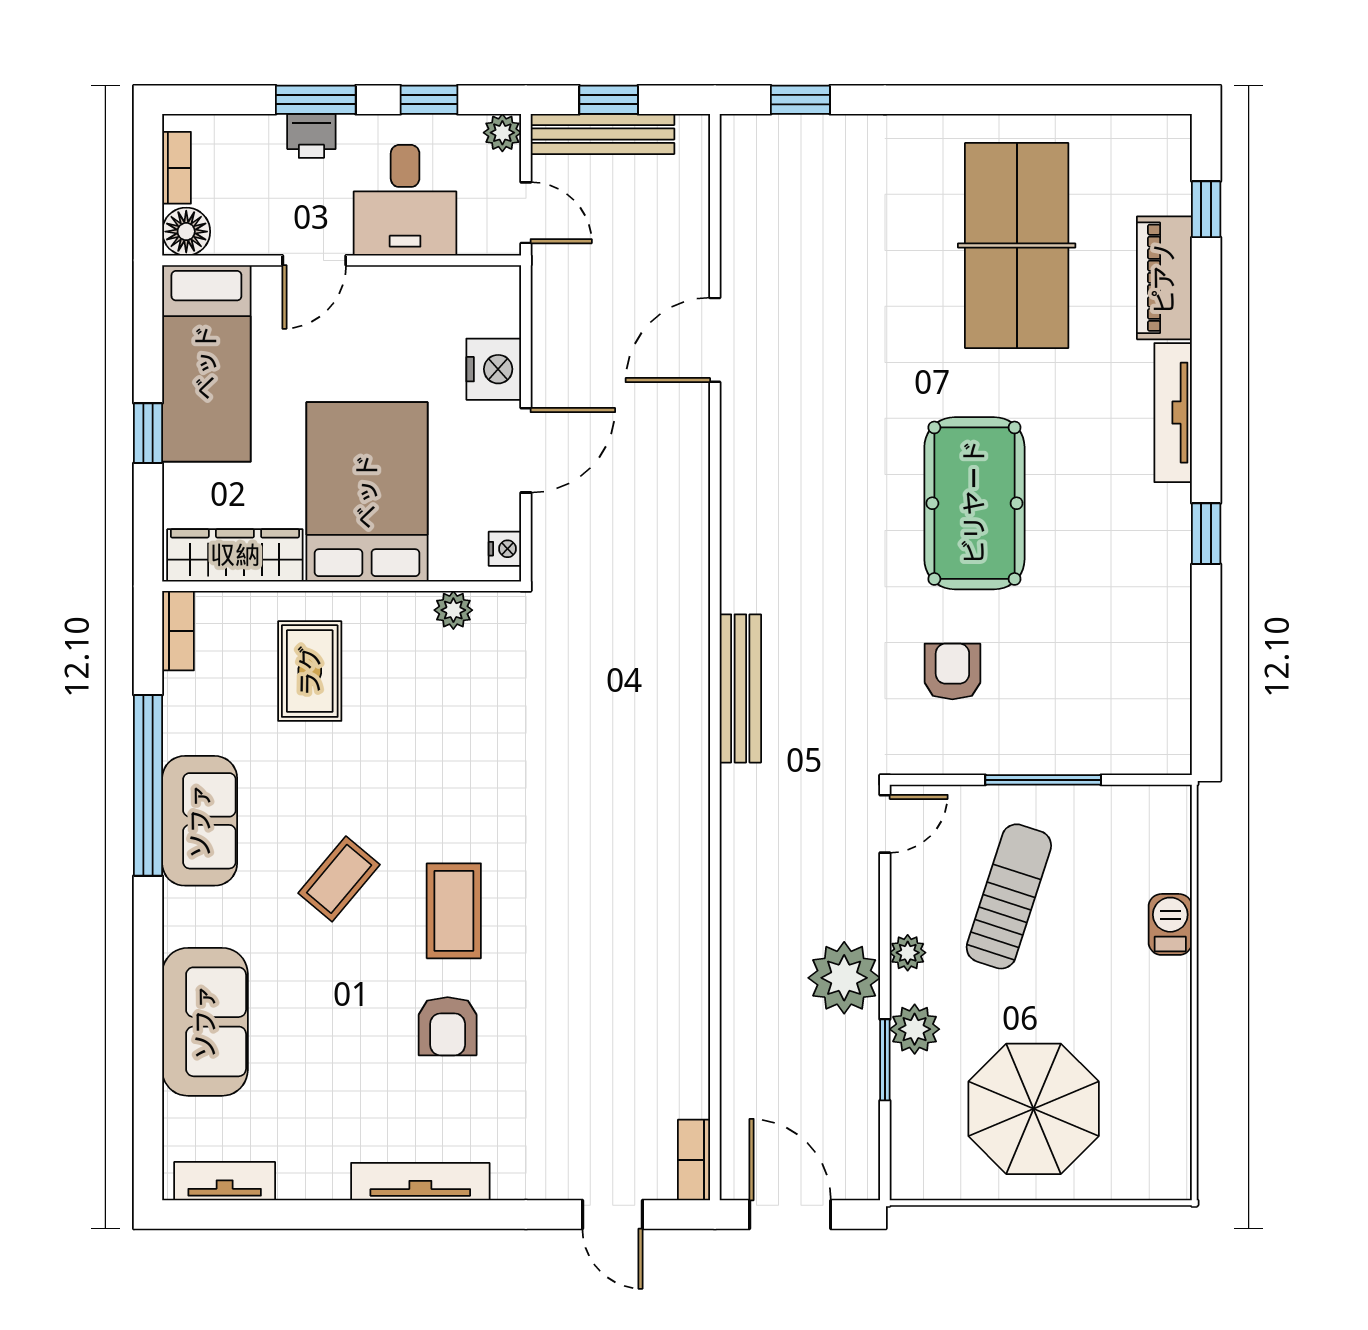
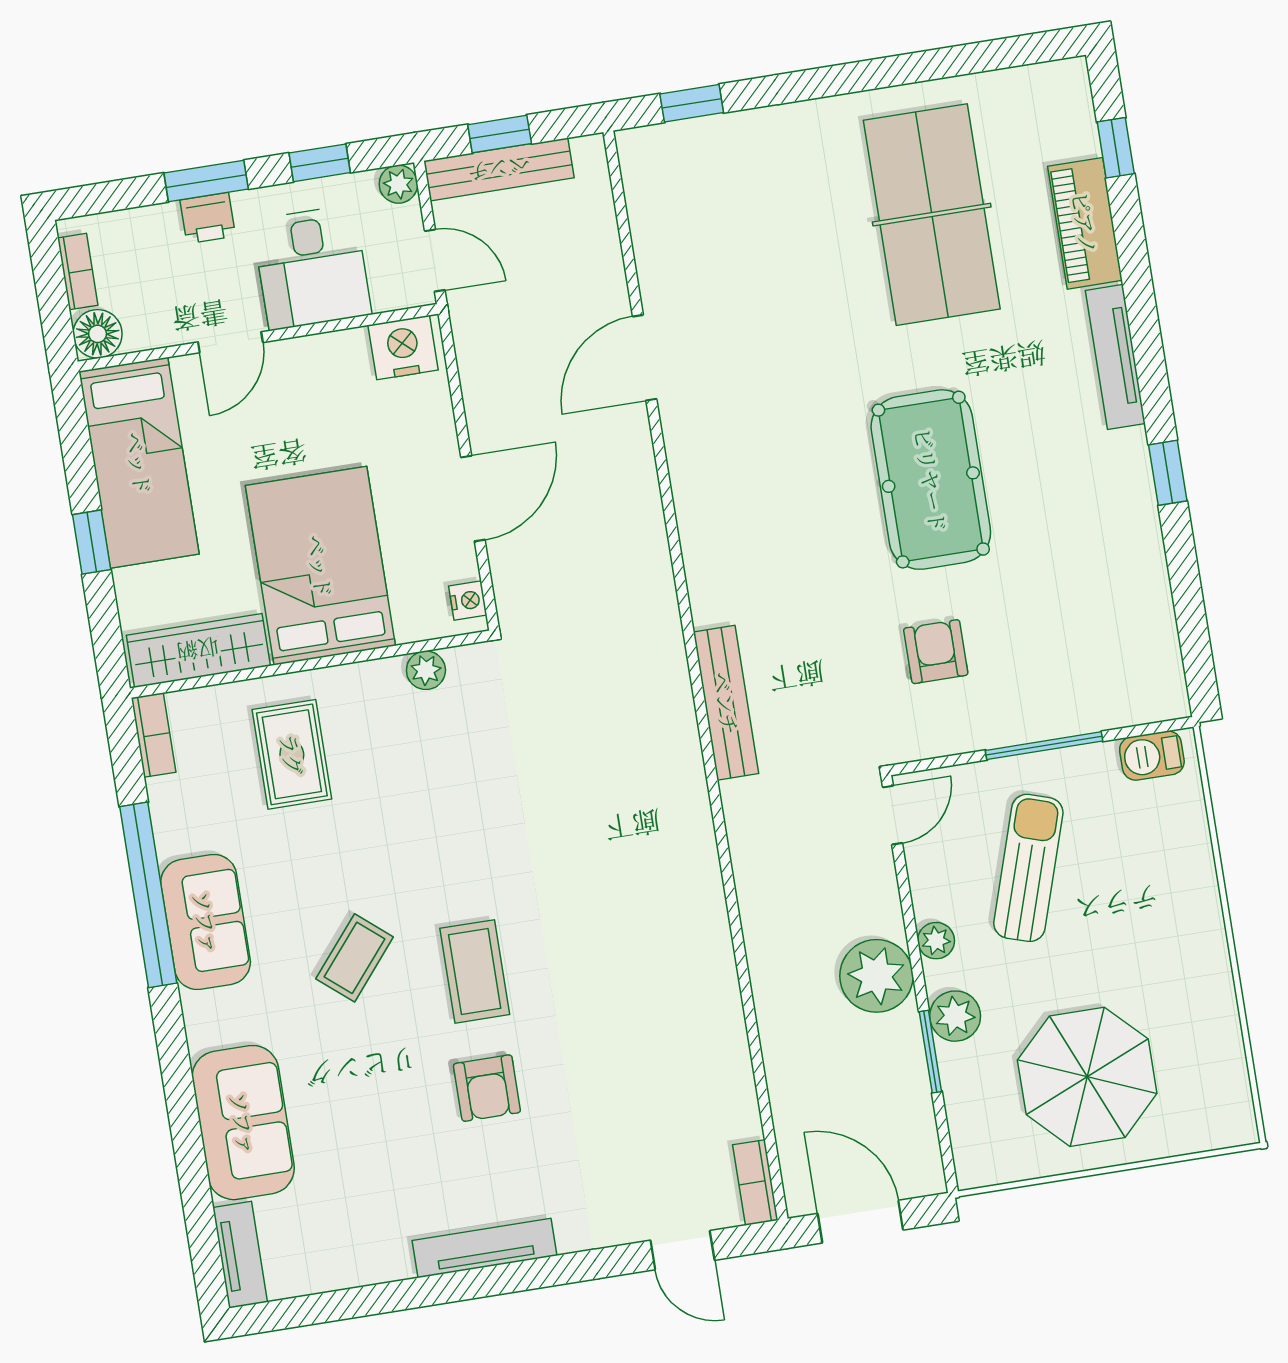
nightstand: (494, 369) -> (403, 348), moved, turned -90
barbecue: (1170, 924) -> (1152, 756), moved, turned -90
tv unit: (225, 1181) -> (240, 1255), moved, turned 90

